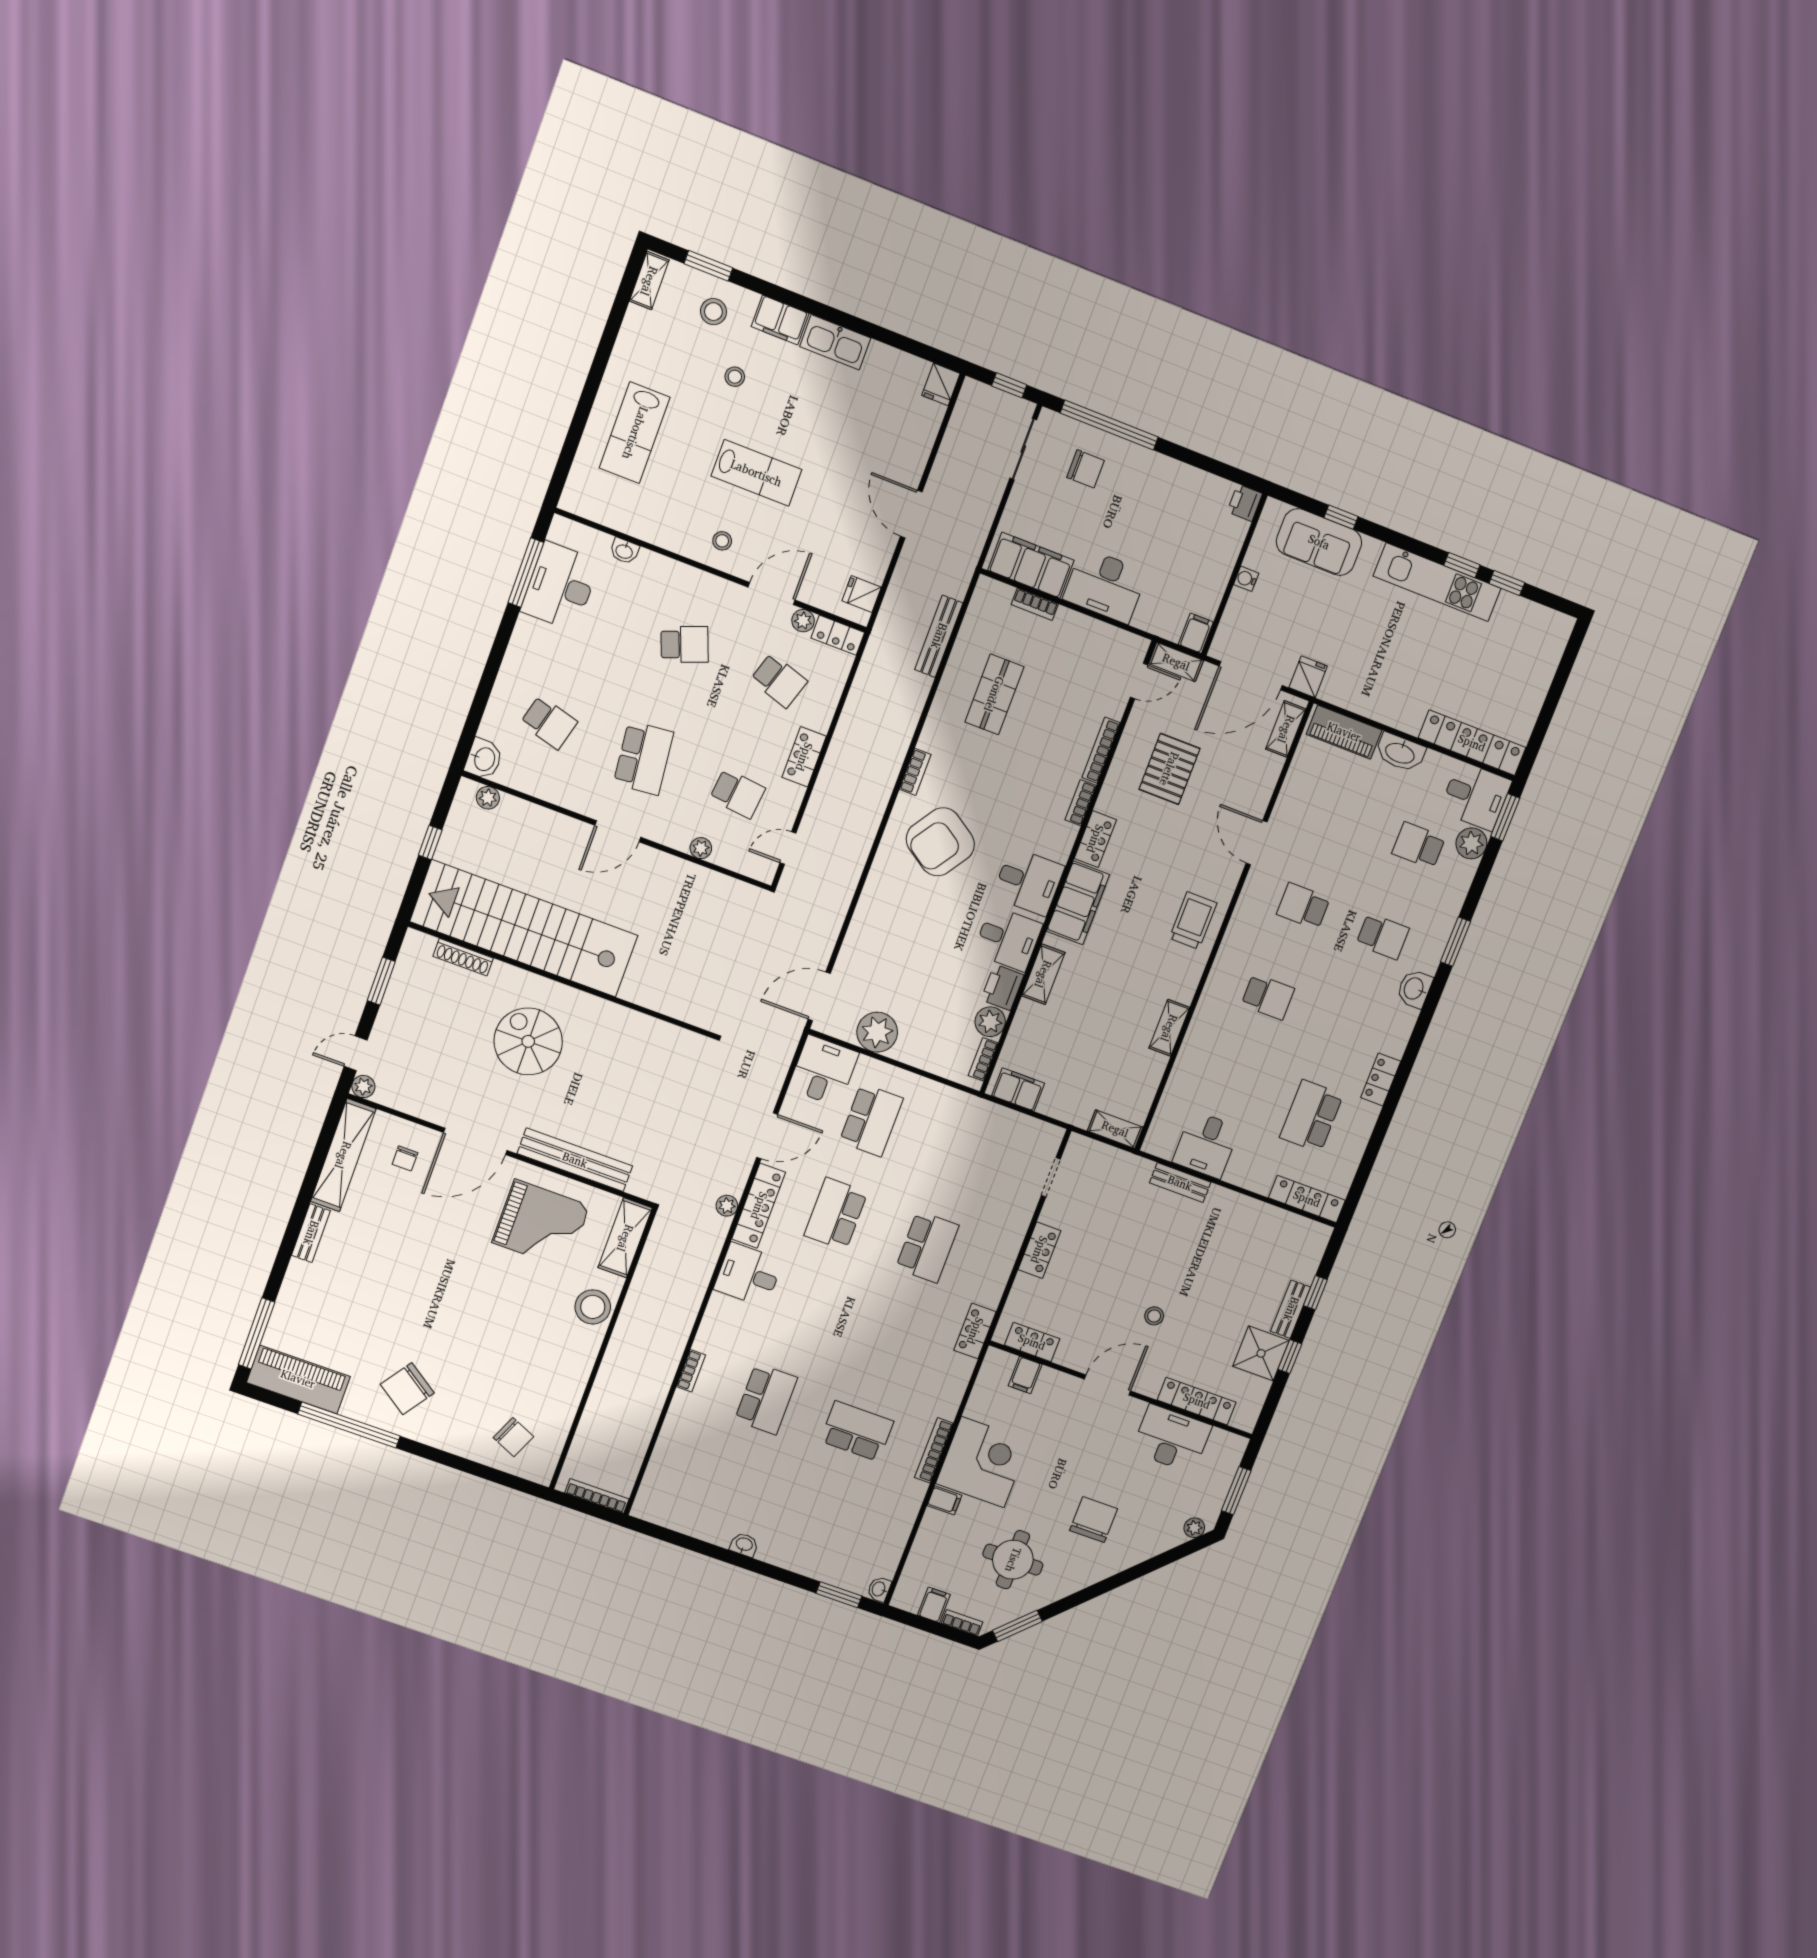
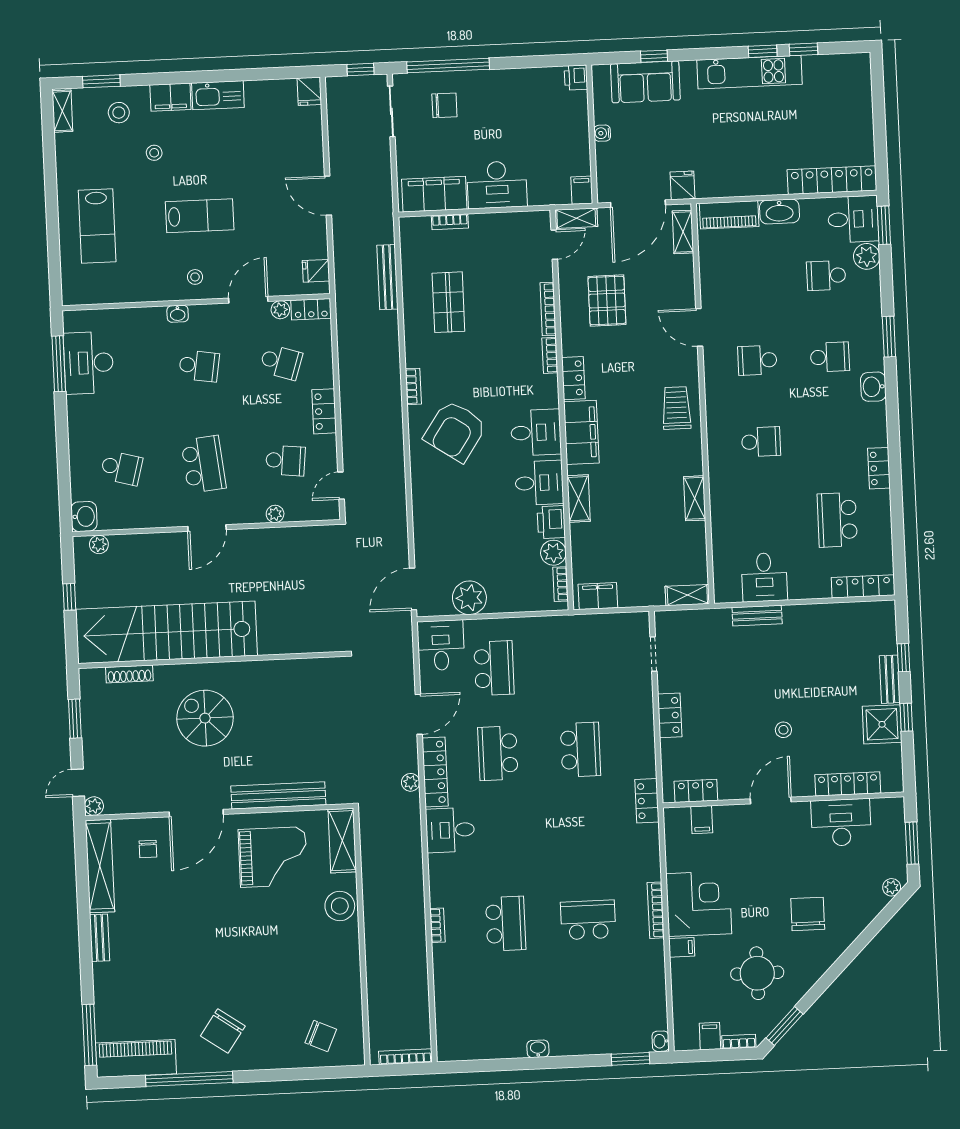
washbasin: (624, 551) -> (178, 314), moved
school desk: (685, 644) -> (199, 366), turned 30

